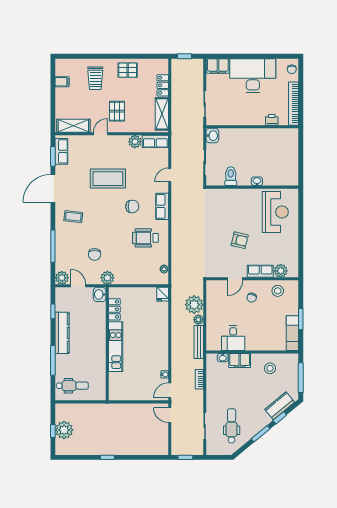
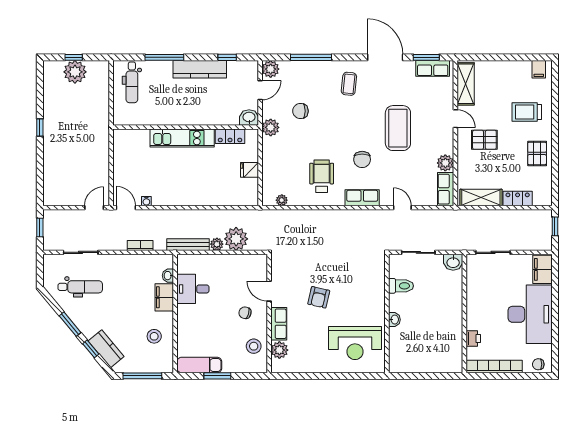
filing cabinet: (62, 82) -> (539, 69), moved
fridge: (163, 294) -> (249, 170), moved

